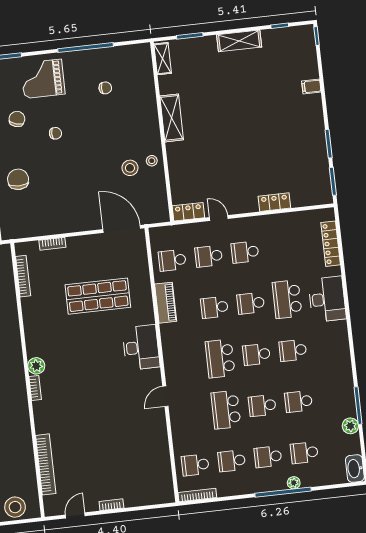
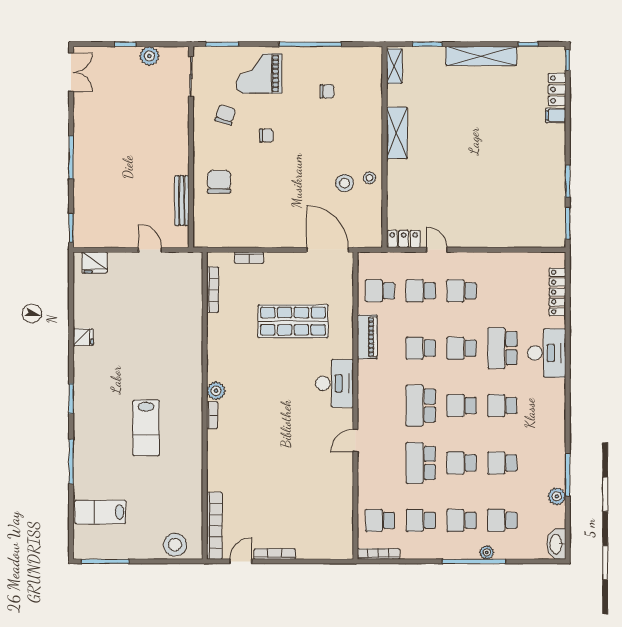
shelving: (239, 41) -> (481, 56), width x1.47
locker: (274, 202) -> (557, 89), moved, turned -90
bookcase: (46, 464) -> (214, 526), moved
bookcase: (111, 505) -> (275, 554), width x1.56

